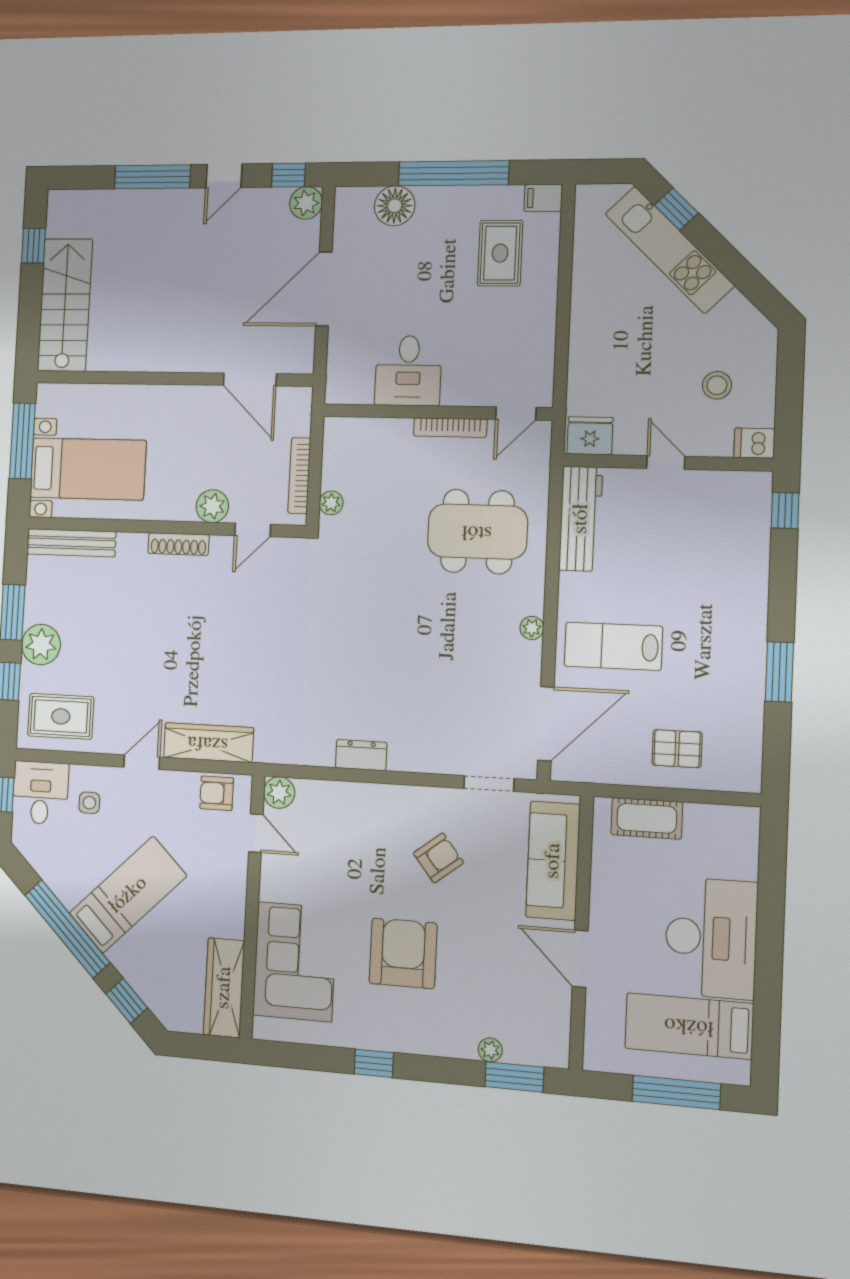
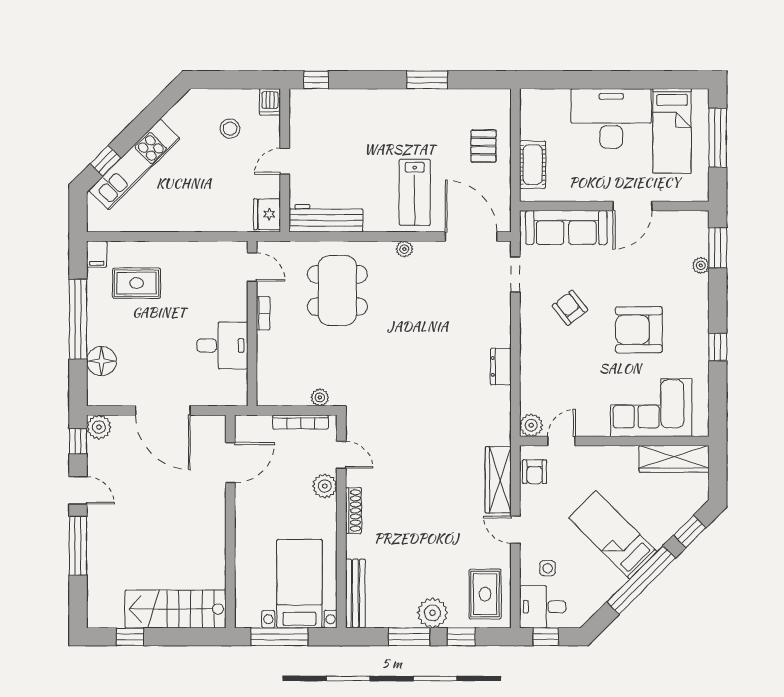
bookcase: (450, 428) -> (263, 313), width x0.64

